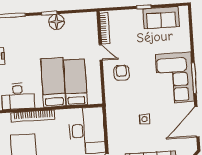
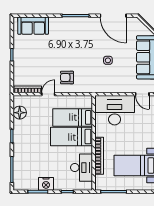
sofa: (161, 18) -> (33, 26), moved, turned 90
floor lamp: (57, 22) -> (20, 113), moved
corner sofa: (175, 78) -> (74, 32), removed

